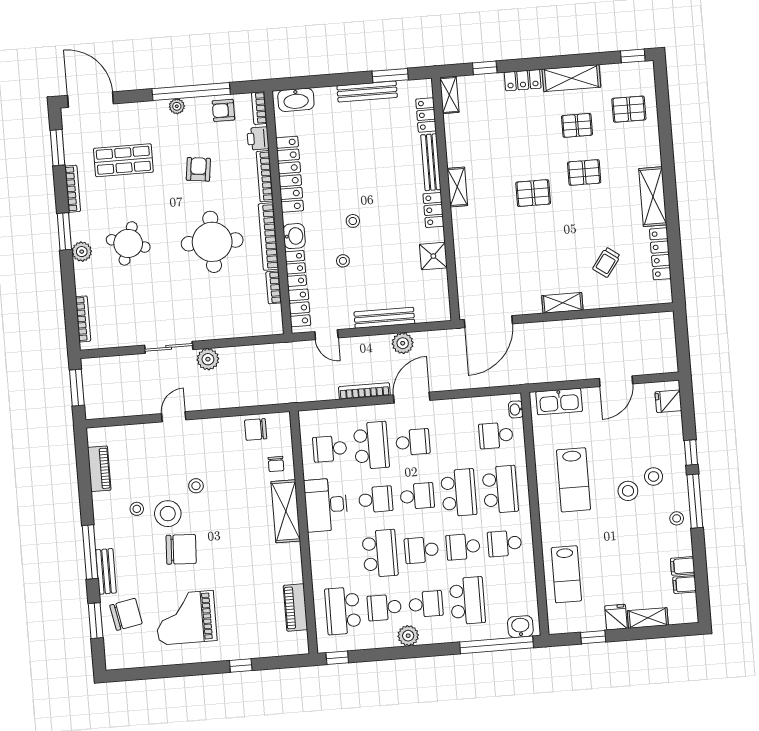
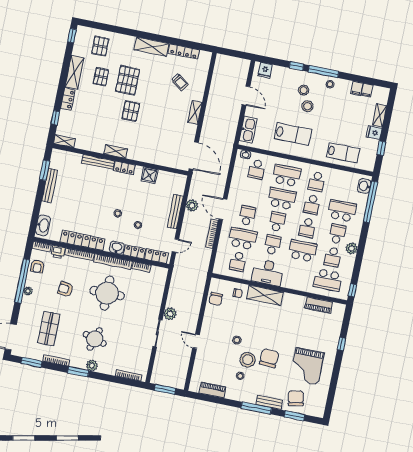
locker: (426, 115) -> (72, 157), removed
pallet: (584, 172) -> (128, 80), width x1.50, depth x1.42

